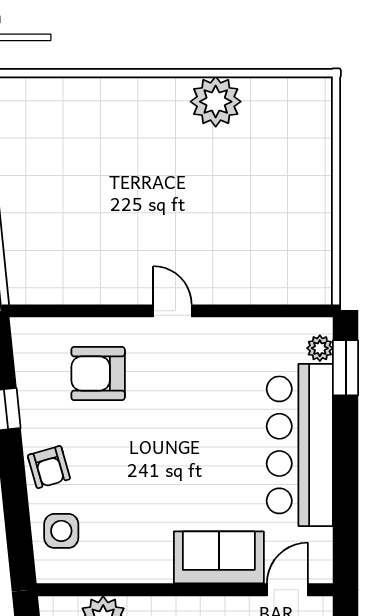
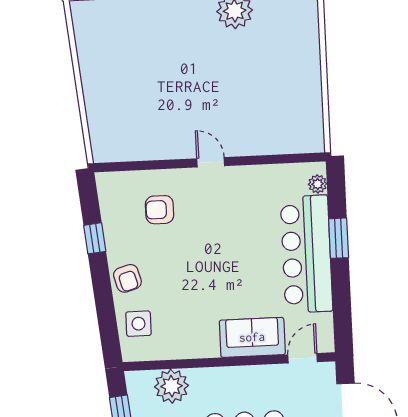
window: (346, 368) -> (339, 238), moved
armchair: (98, 374) -> (160, 210), width x0.72, depth x0.72

